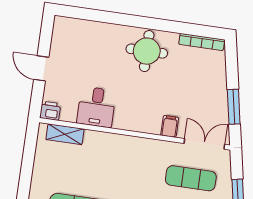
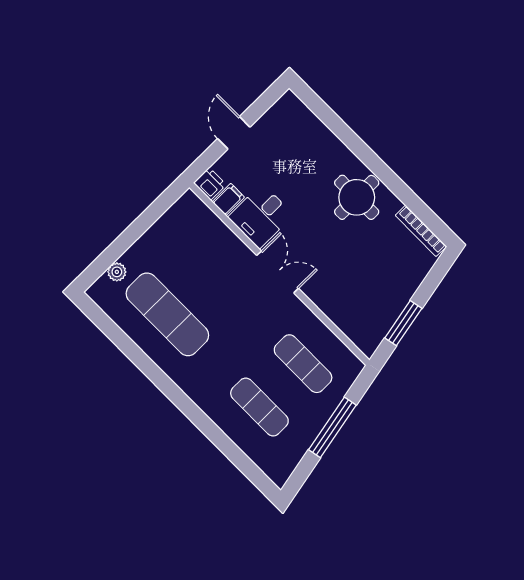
filing cabinet: (170, 126) -> (228, 199), moved
shelving: (65, 134) -> (207, 220), removed
double door: (204, 144) -> (278, 272), moved

